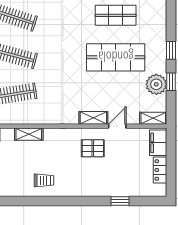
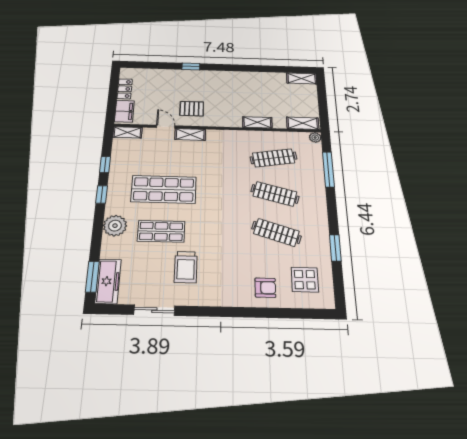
plant: (156, 84) -> (115, 226), moved
door: (117, 126) -> (166, 127), swing flipped
trolley: (44, 180) -> (241, 84), removed
window: (120, 201) -> (191, 66), moved

